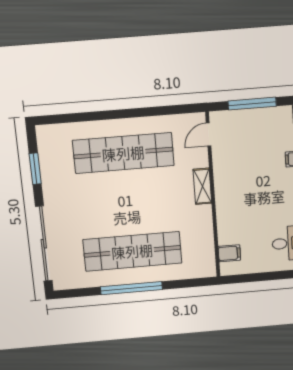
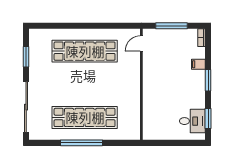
shelving: (202, 186) -> (135, 77), removed
filing cabinet: (229, 253) -> (150, 125), removed

